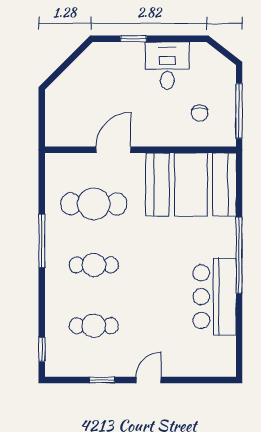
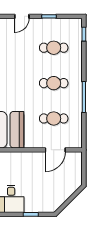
door: (113, 150) -> (55, 150), moved
cafe table: (94, 204) -> (54, 118), width x0.73, depth x0.74

